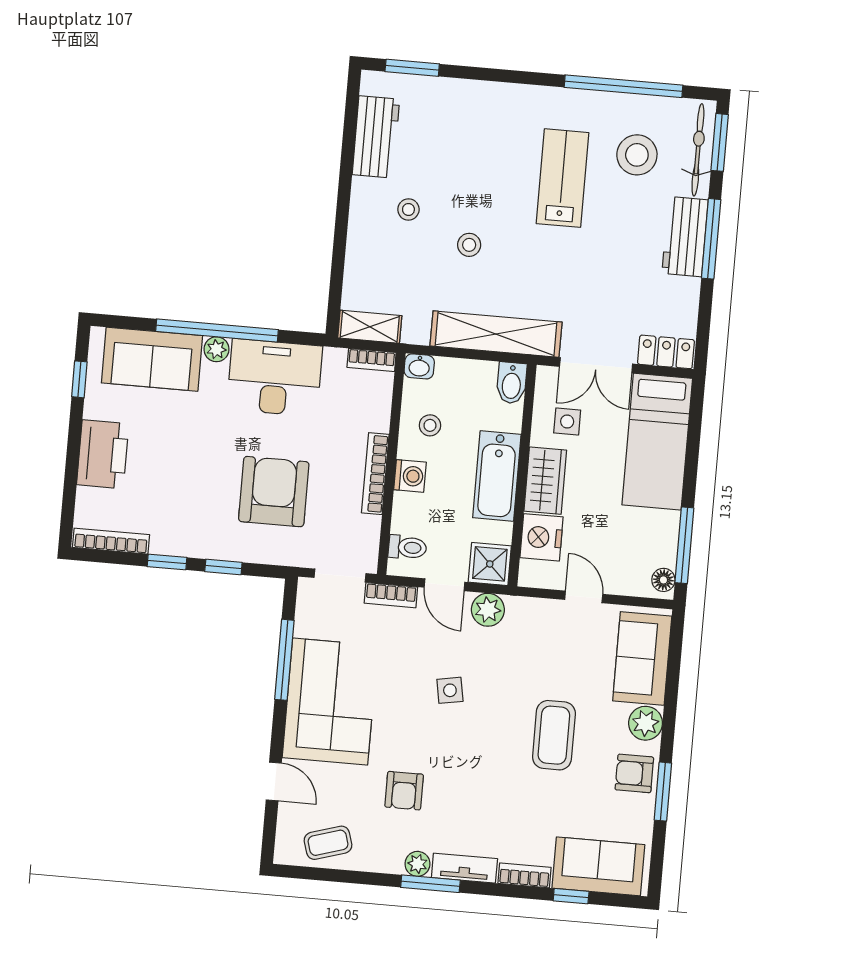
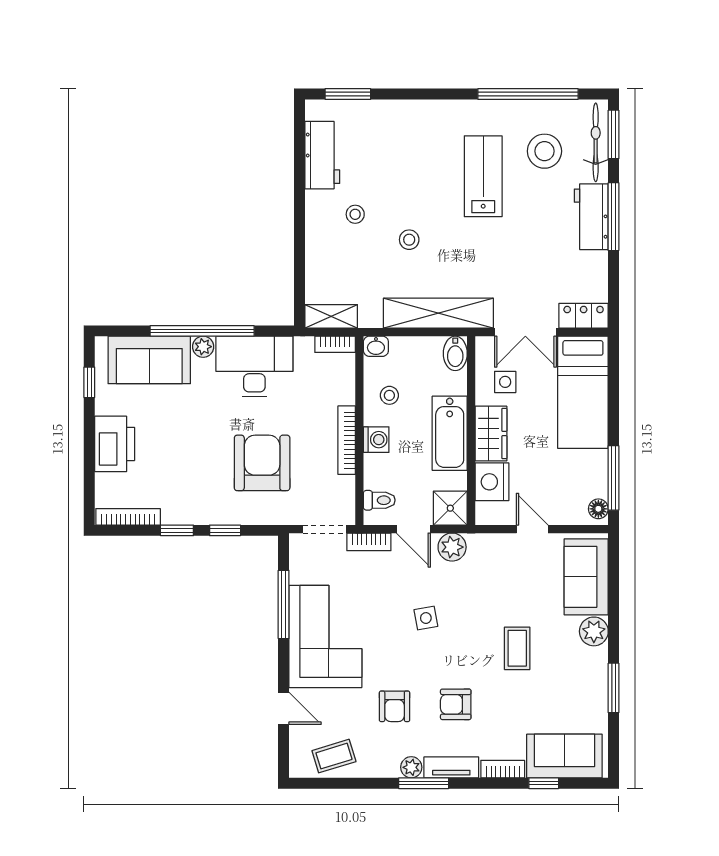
coffee table: (554, 735) -> (517, 648), width x0.73, depth x0.77
armchair: (634, 773) -> (456, 704), moved

